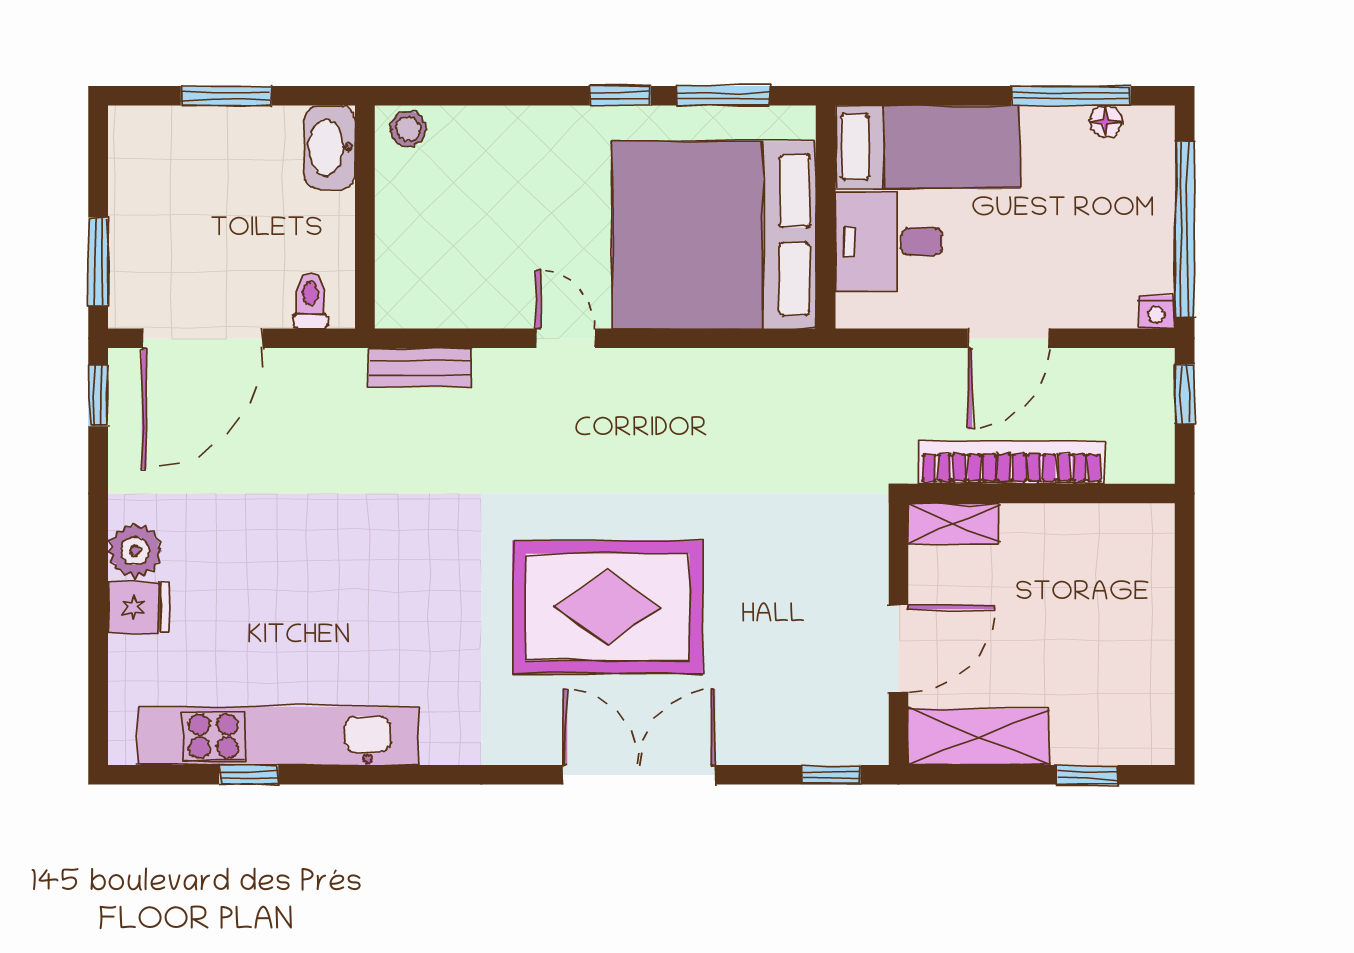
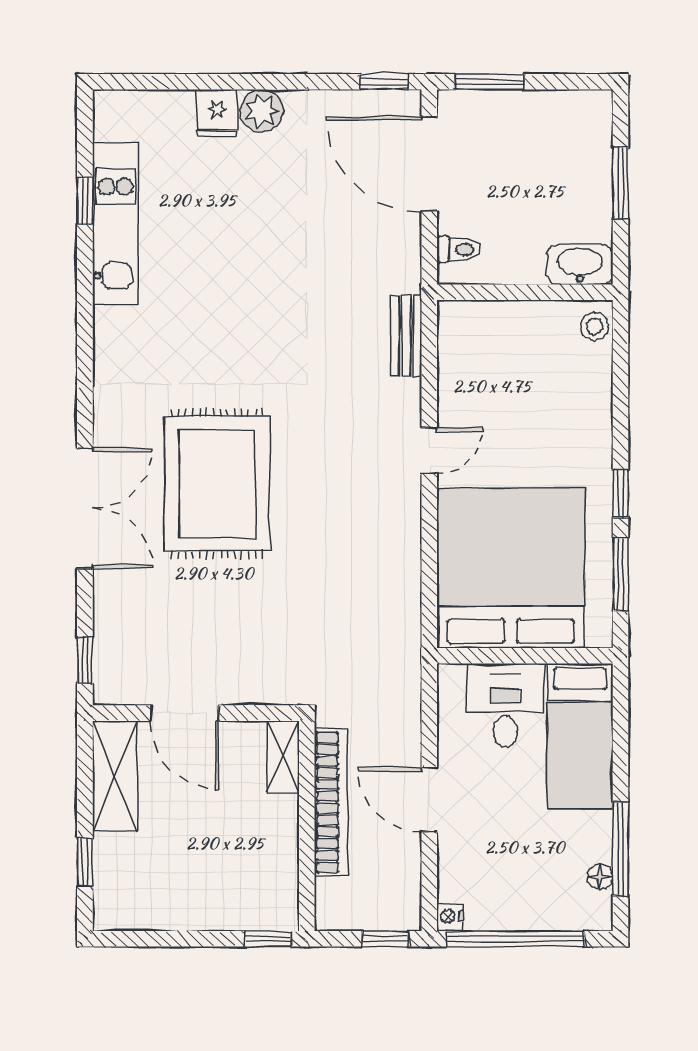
window: (1185, 542) -> (268, 939), added
kitchen unit: (278, 736) -> (115, 224), width x0.73

